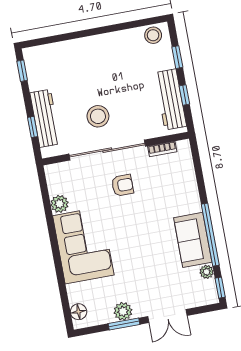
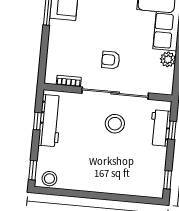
window: (177, 57) -> (33, 170), moved
workbench: (45, 118) -> (160, 128), width x0.73

